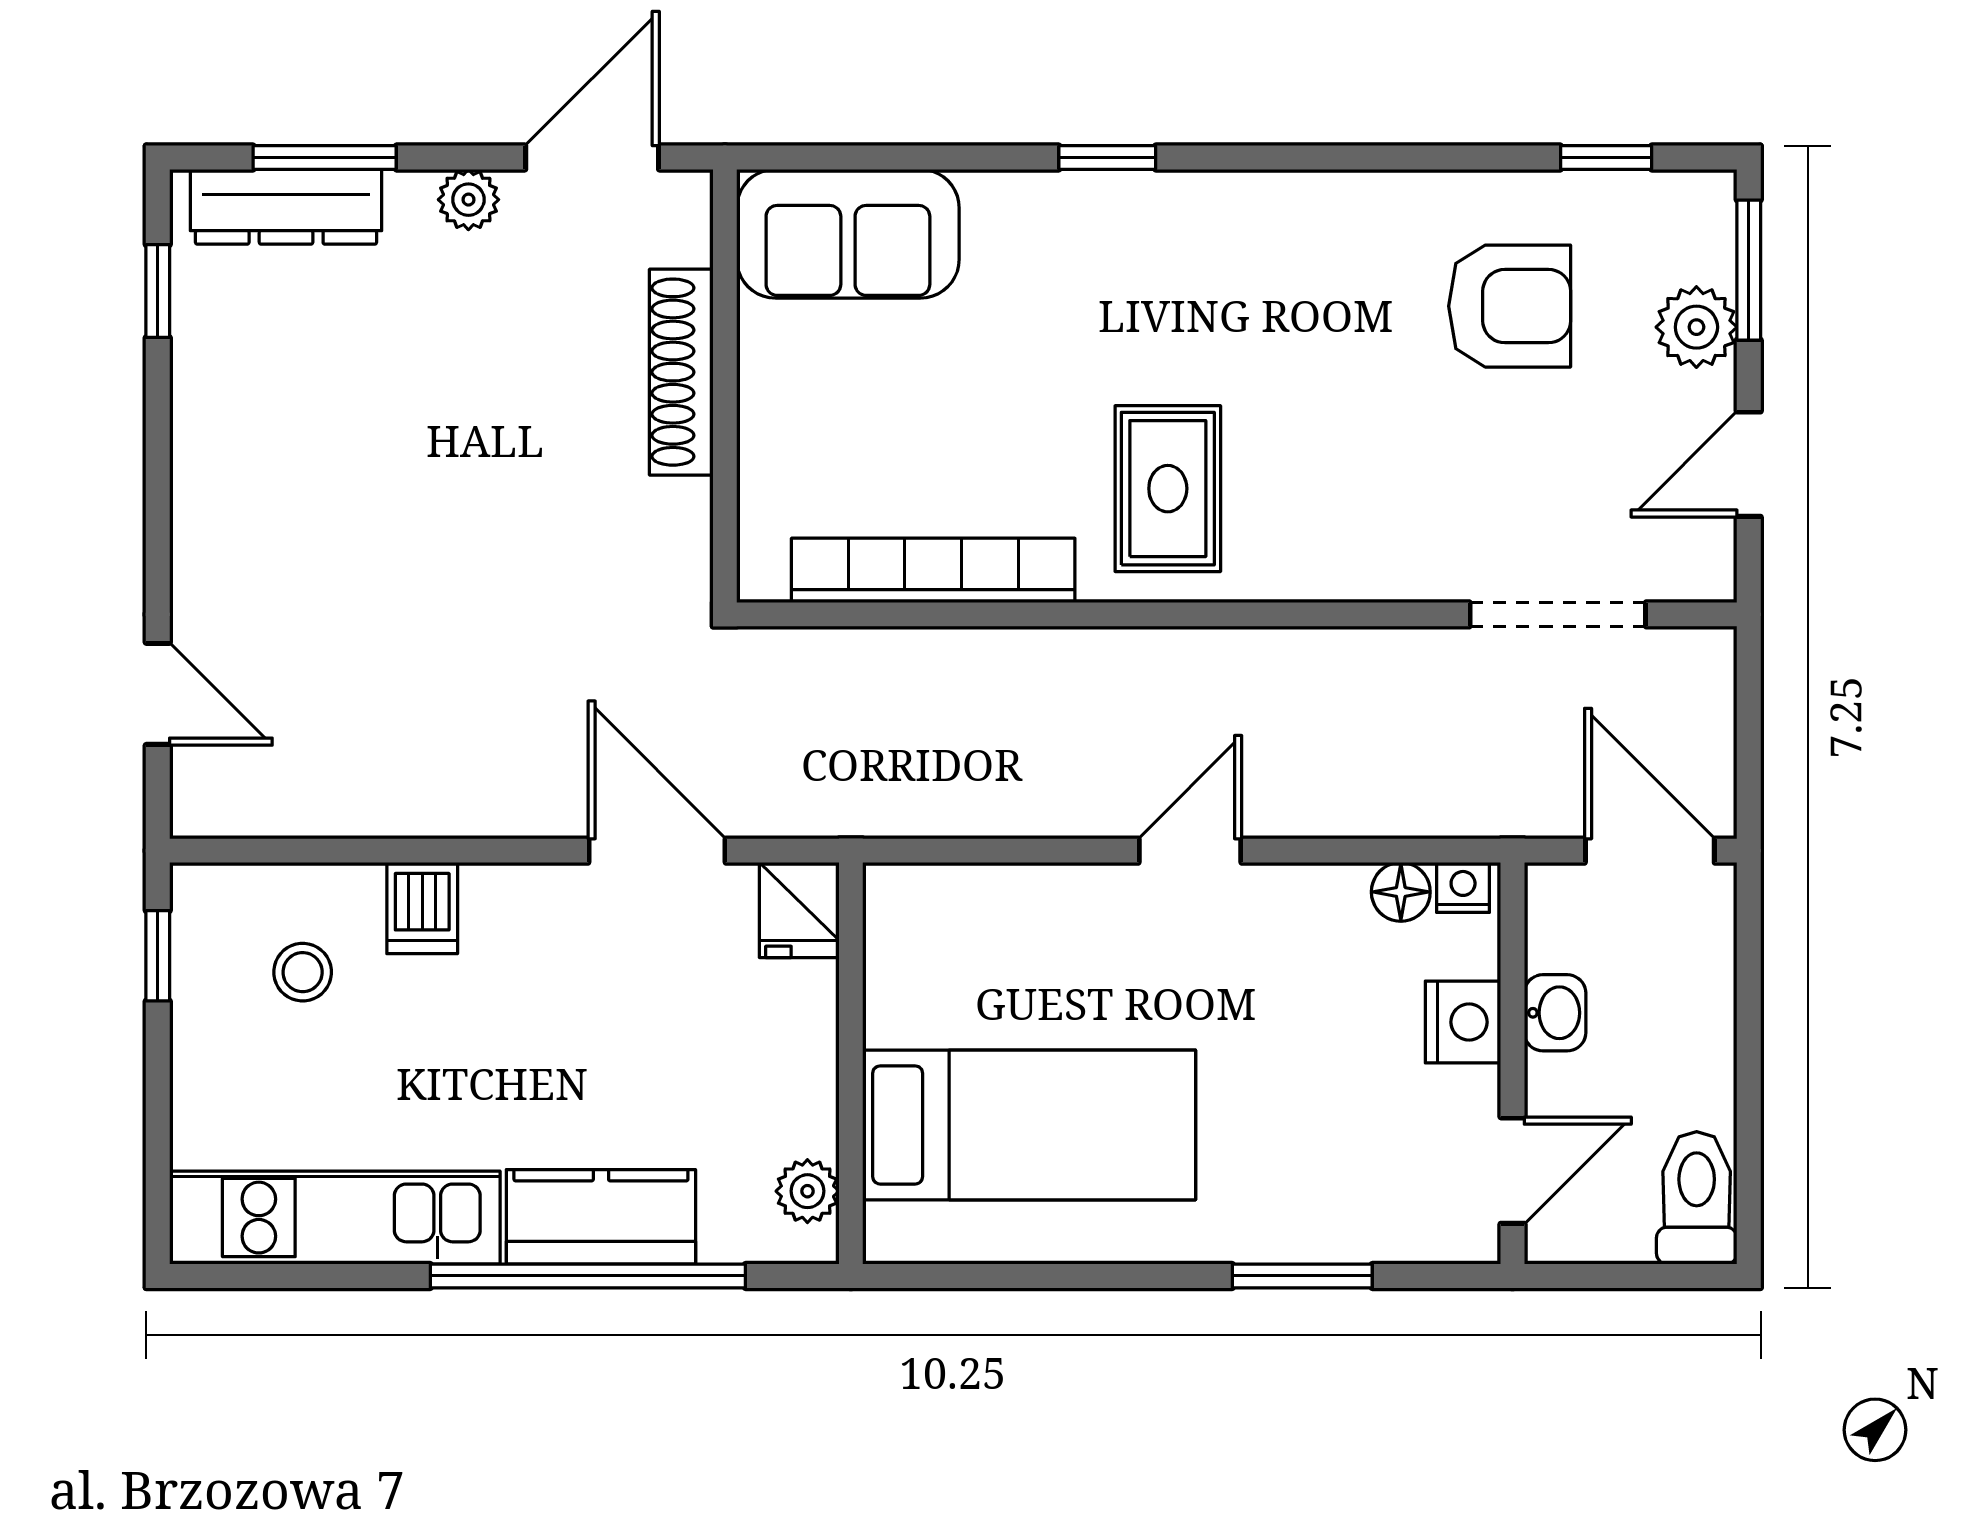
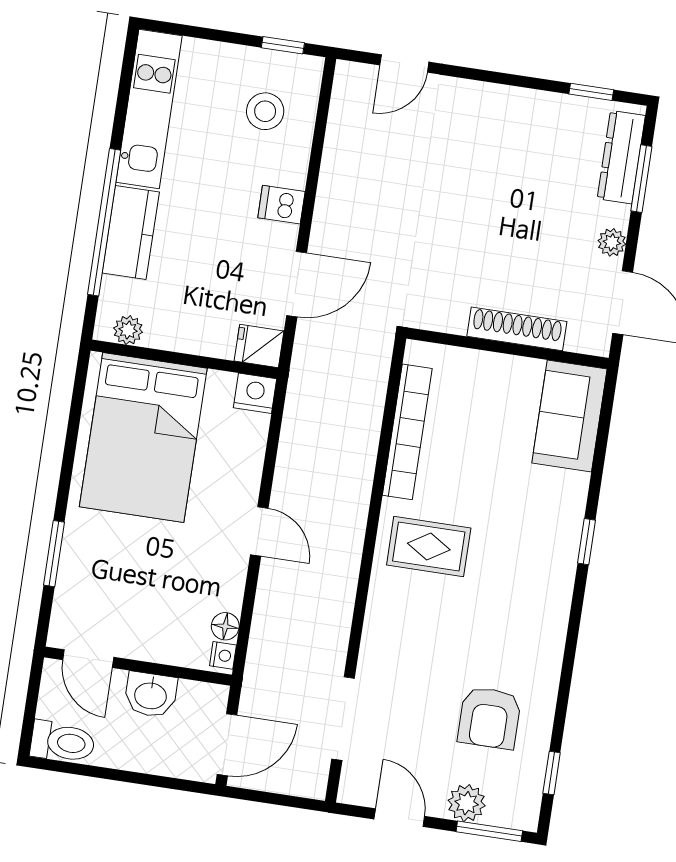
dishwasher: (422, 908) -> (281, 205), moved
stool: (303, 972) -> (265, 111), width x1.37, depth x1.37
washbasin: (1555, 1013) -> (151, 695), width x1.38, depth x1.45
nightstand: (1463, 1022) -> (255, 393), moved, turned 180
bed: (1029, 1125) -> (143, 438), width x1.50

